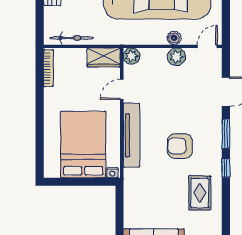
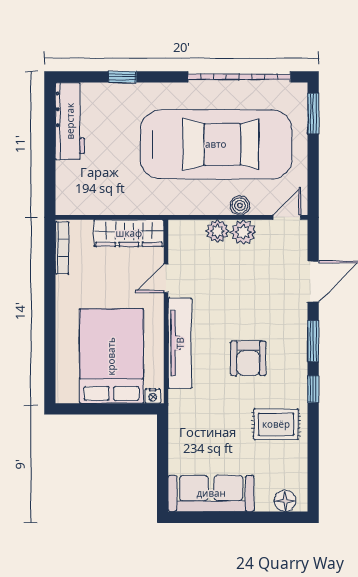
bicycle: (72, 38) -> (95, 205), removed
plant: (131, 56) -> (217, 231), moved
wardrobe: (104, 57) -> (129, 233), width x1.50
armchair: (180, 146) -> (248, 358), turned -90
rug: (200, 193) -> (276, 424), turned 90

